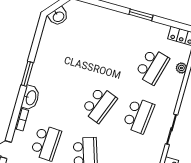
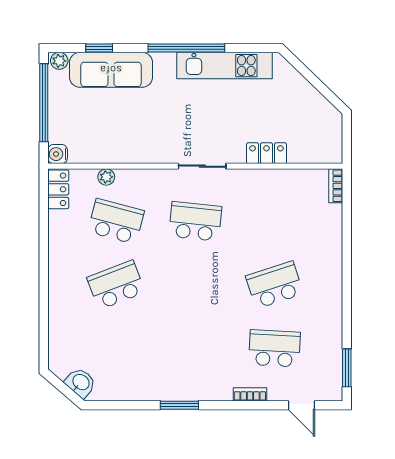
window: (141, 15) -> (44, 260), removed
washbasin: (31, 98) -> (214, 390), removed
school desk: (99, 104) -> (116, 285), moved, turned -42

